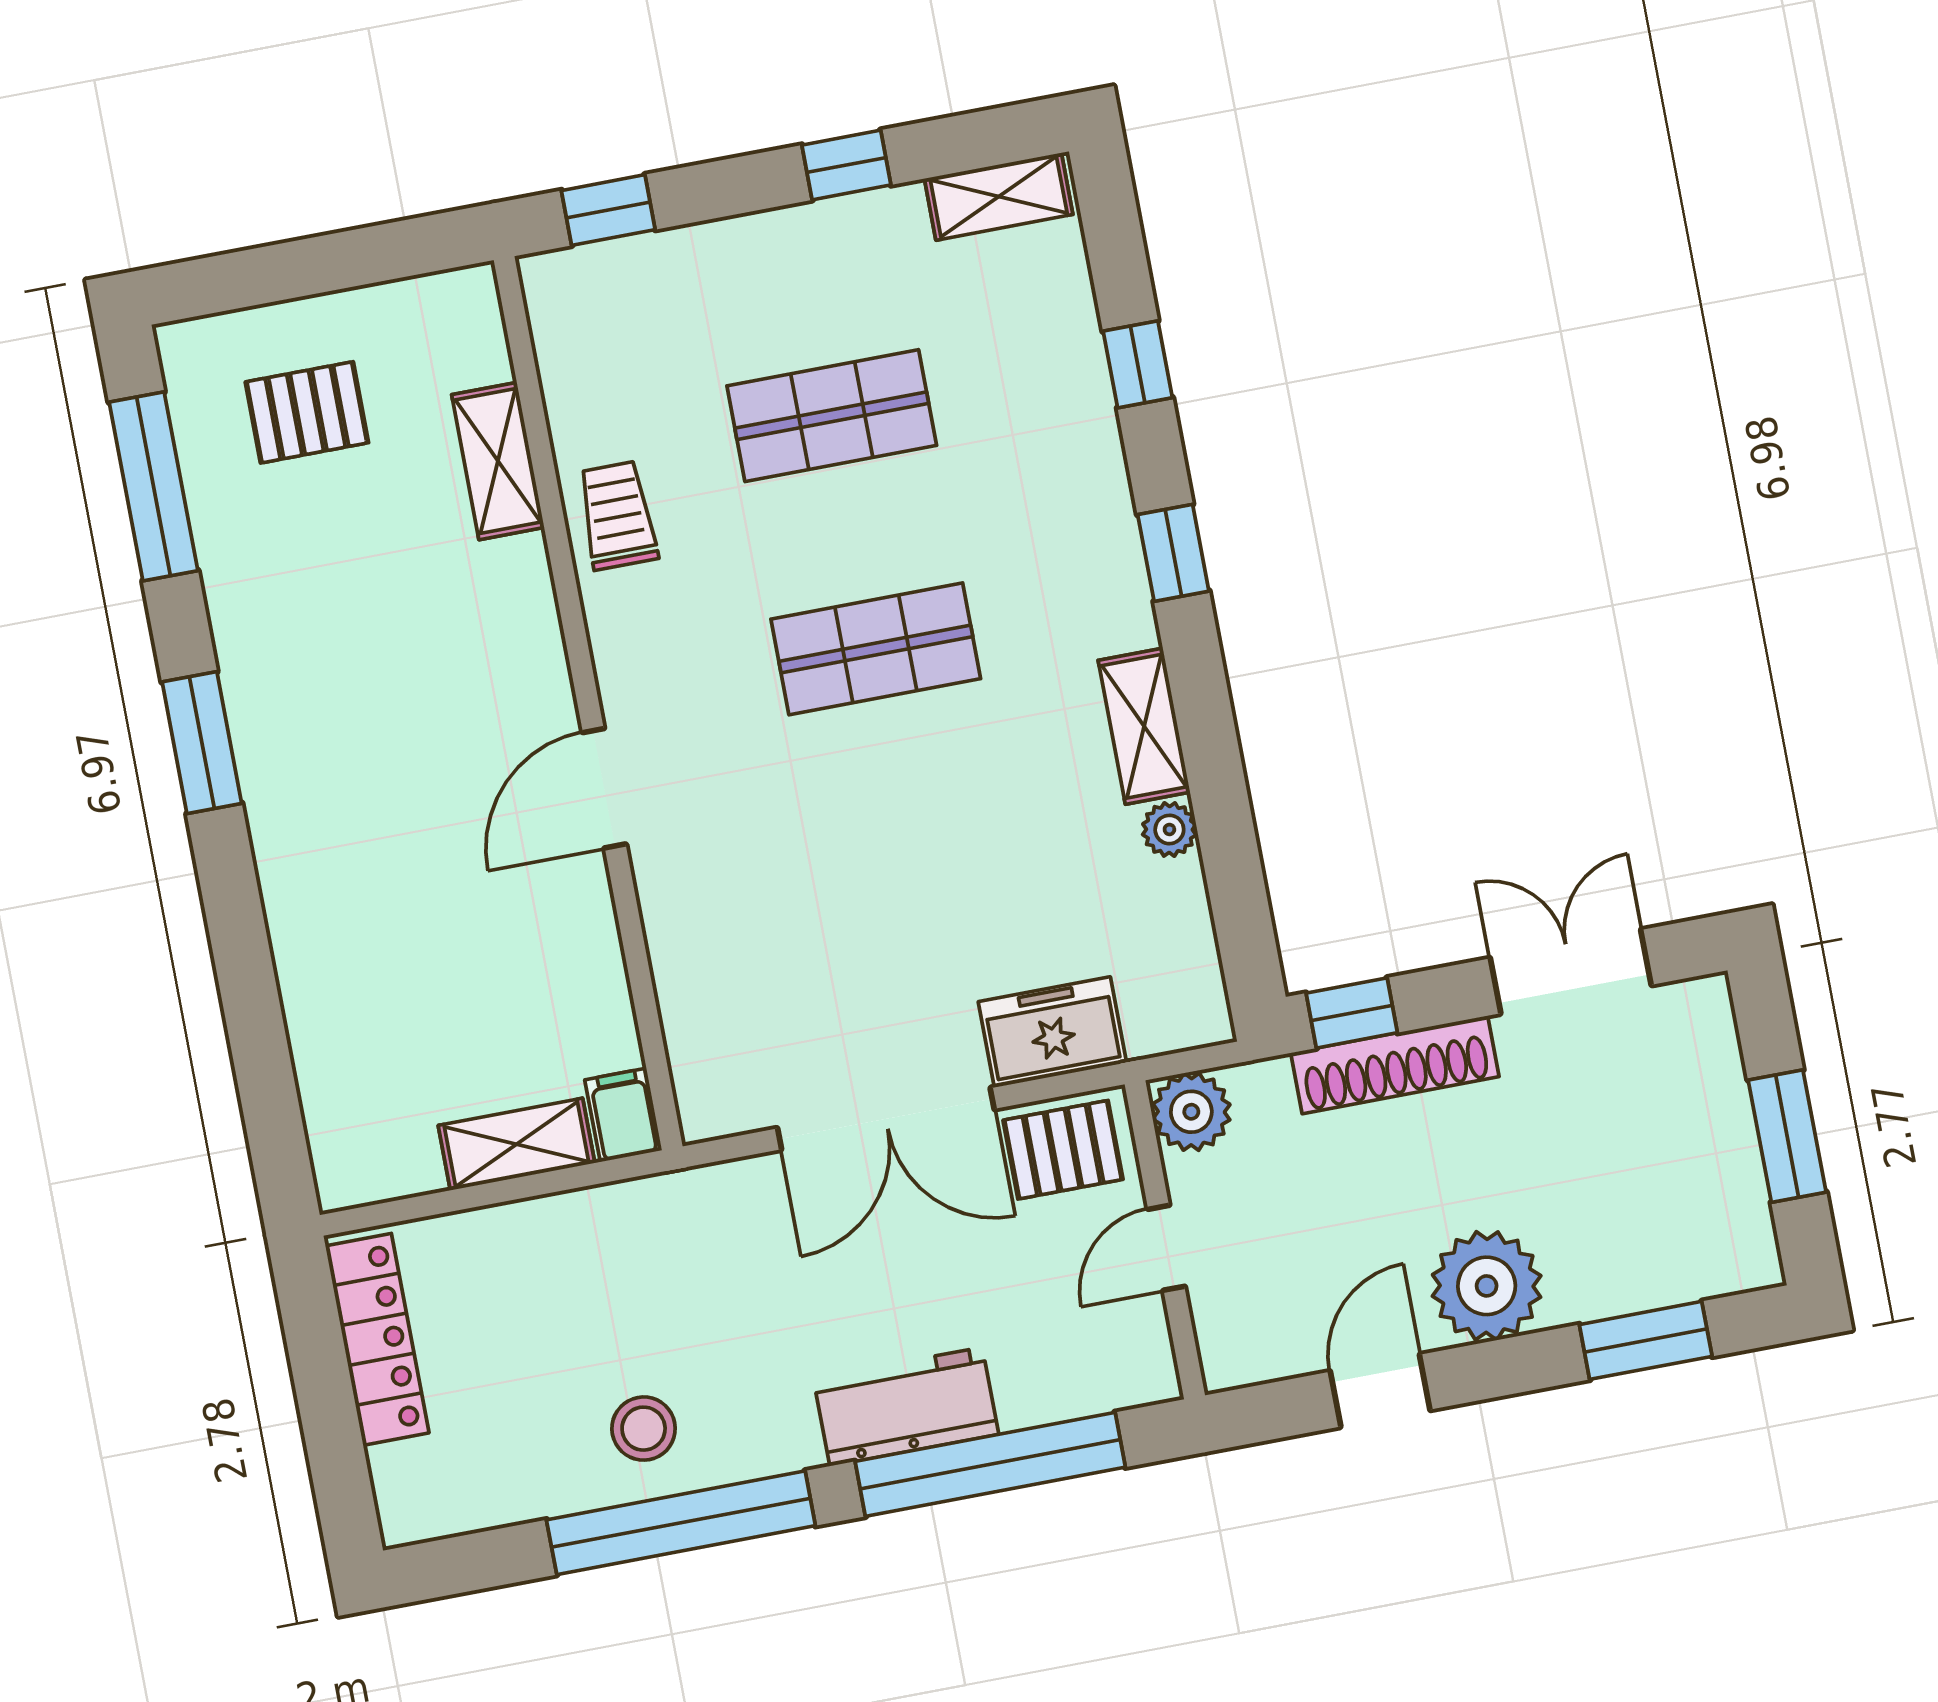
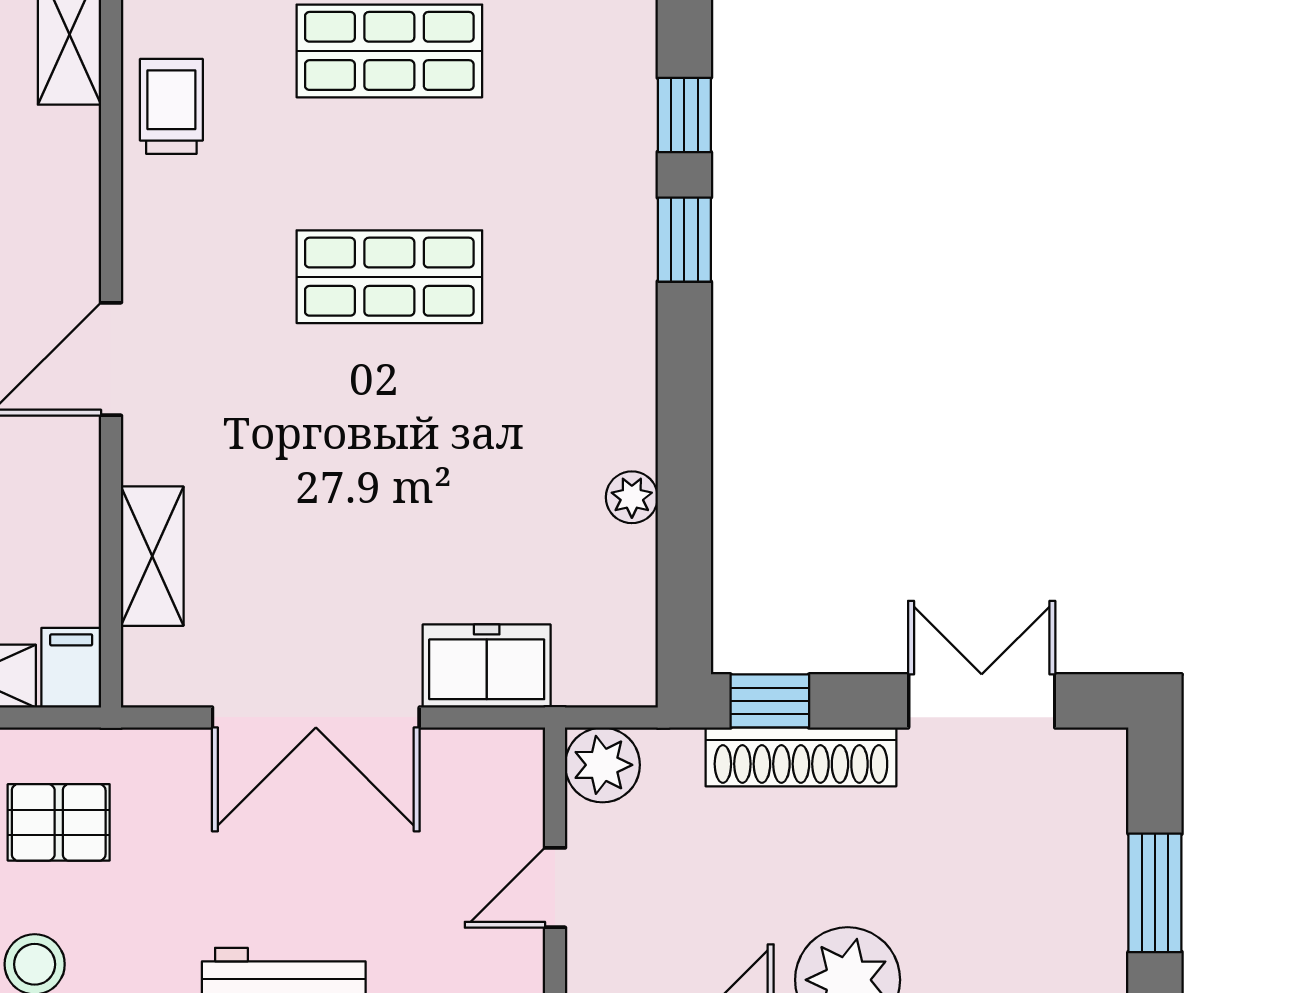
window: (1138, 364) -> (684, 115), moved
shelving: (1144, 726) -> (152, 556), moved
pallet: (1063, 1150) -> (59, 822), moved

